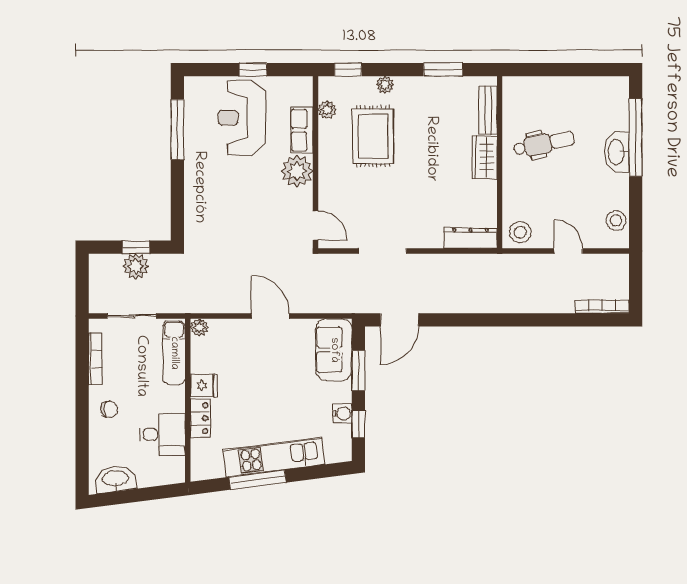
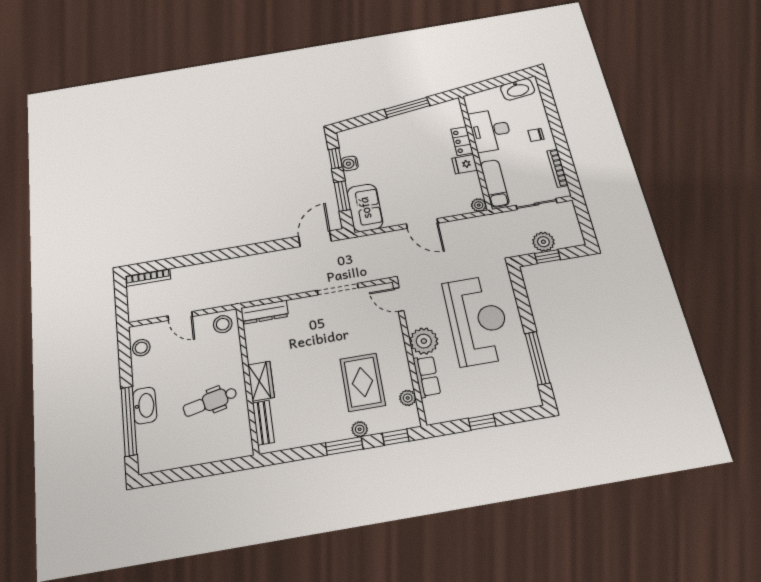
window: (443, 70) -> (344, 446), moved
reception desk: (242, 118) -> (477, 320), moved, width x1.36, depth x1.30
desk: (163, 434) -> (490, 130), width x1.37
kitchen unit: (274, 457) -> (398, 125), removed

